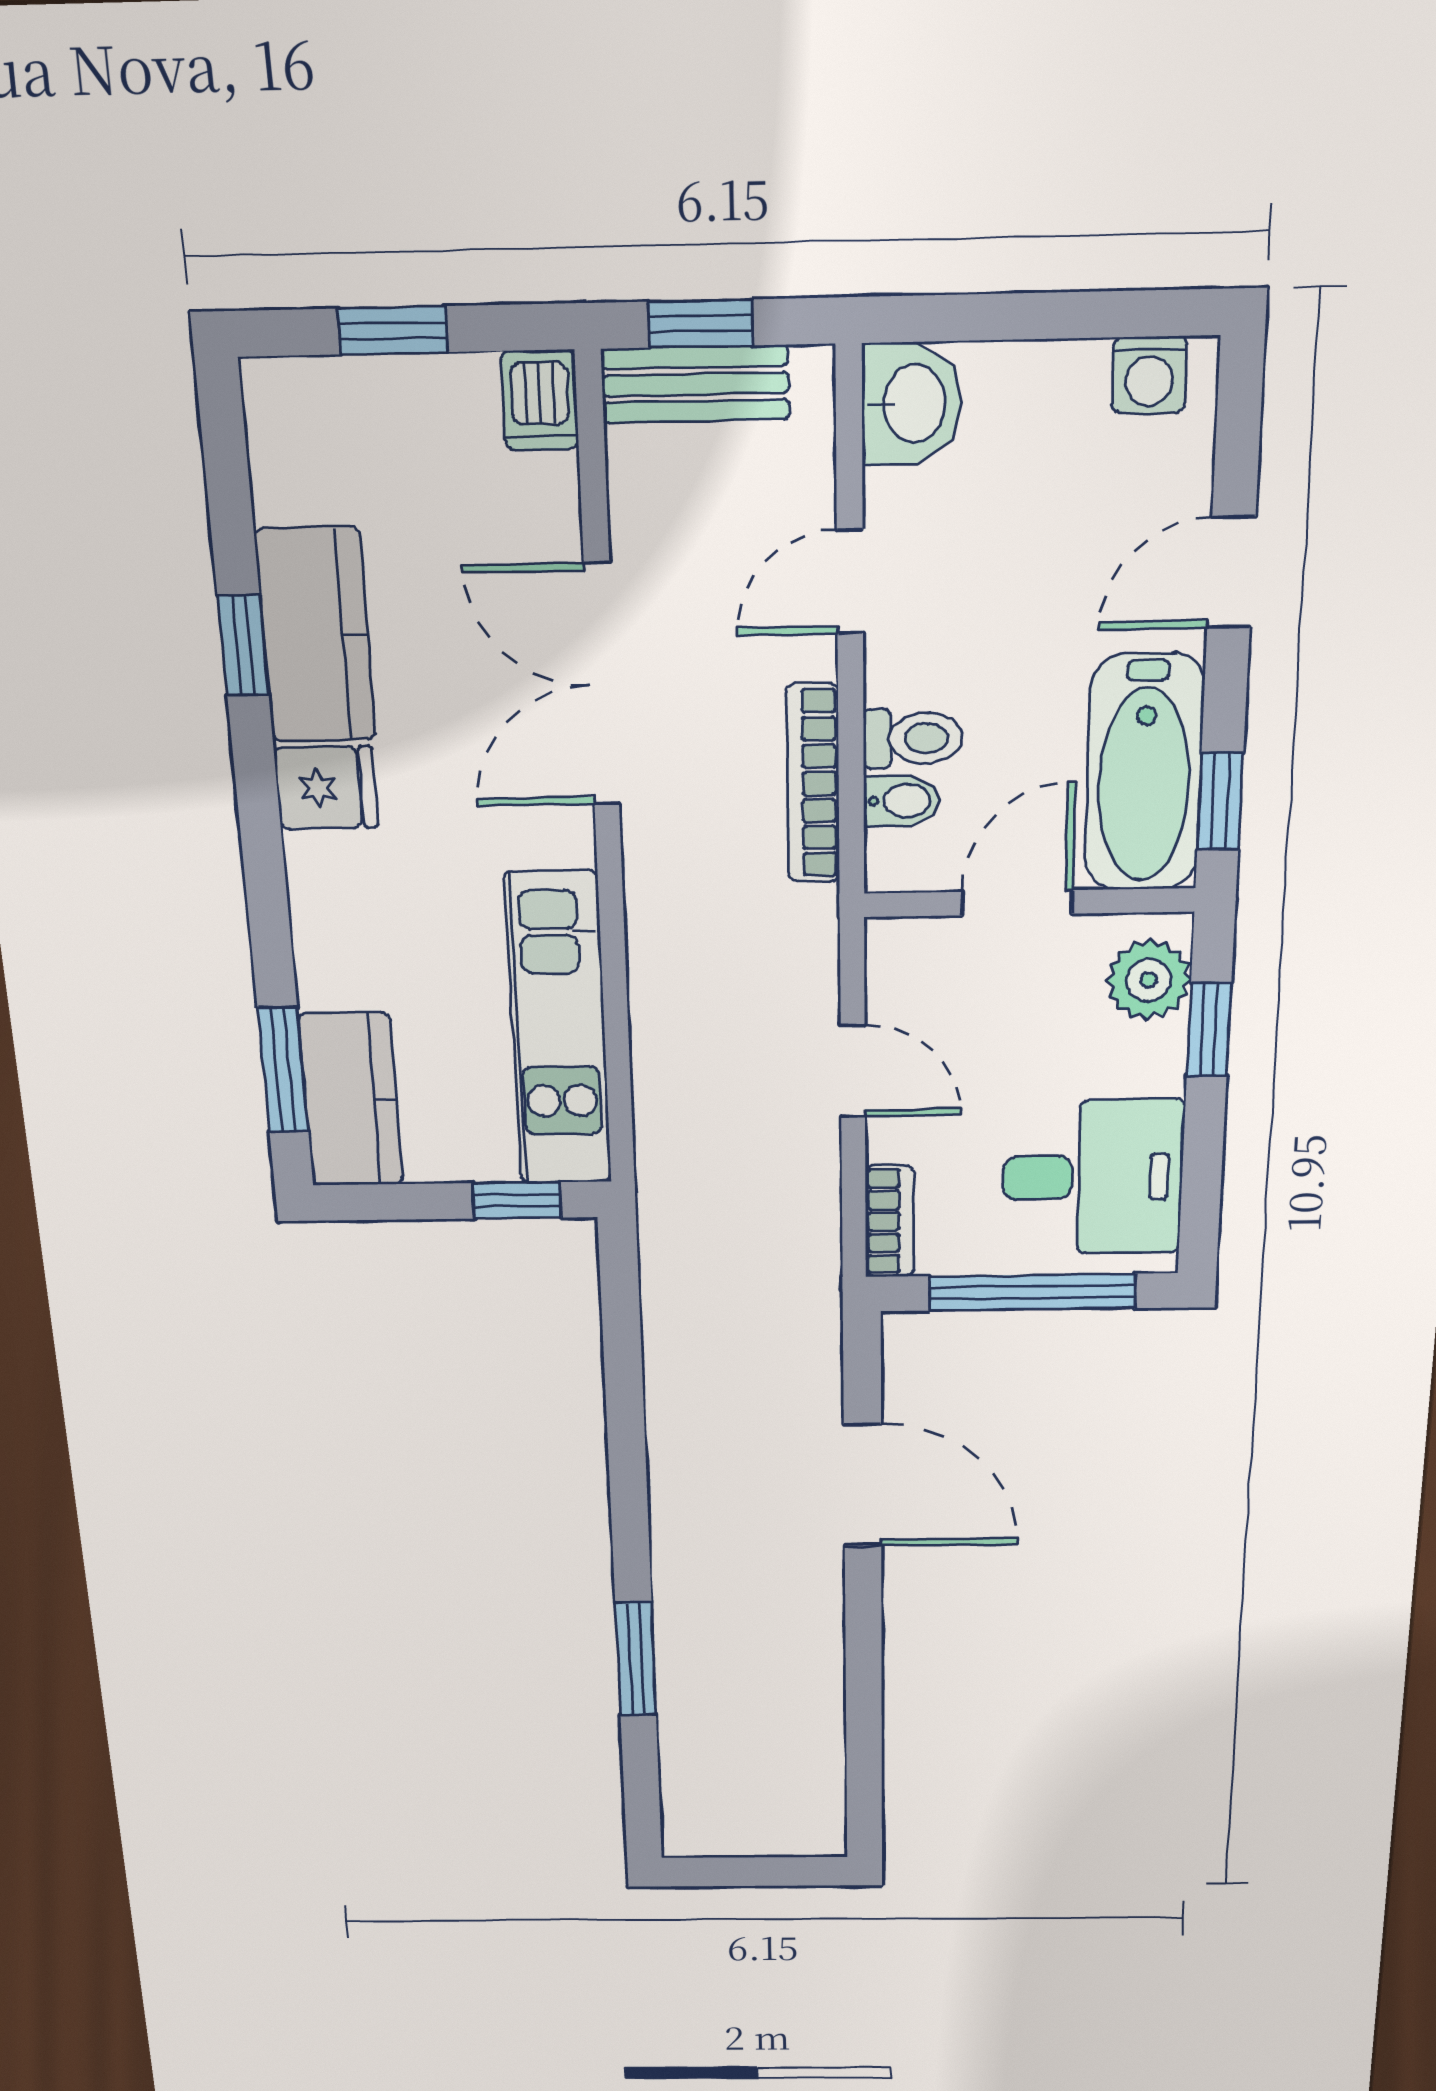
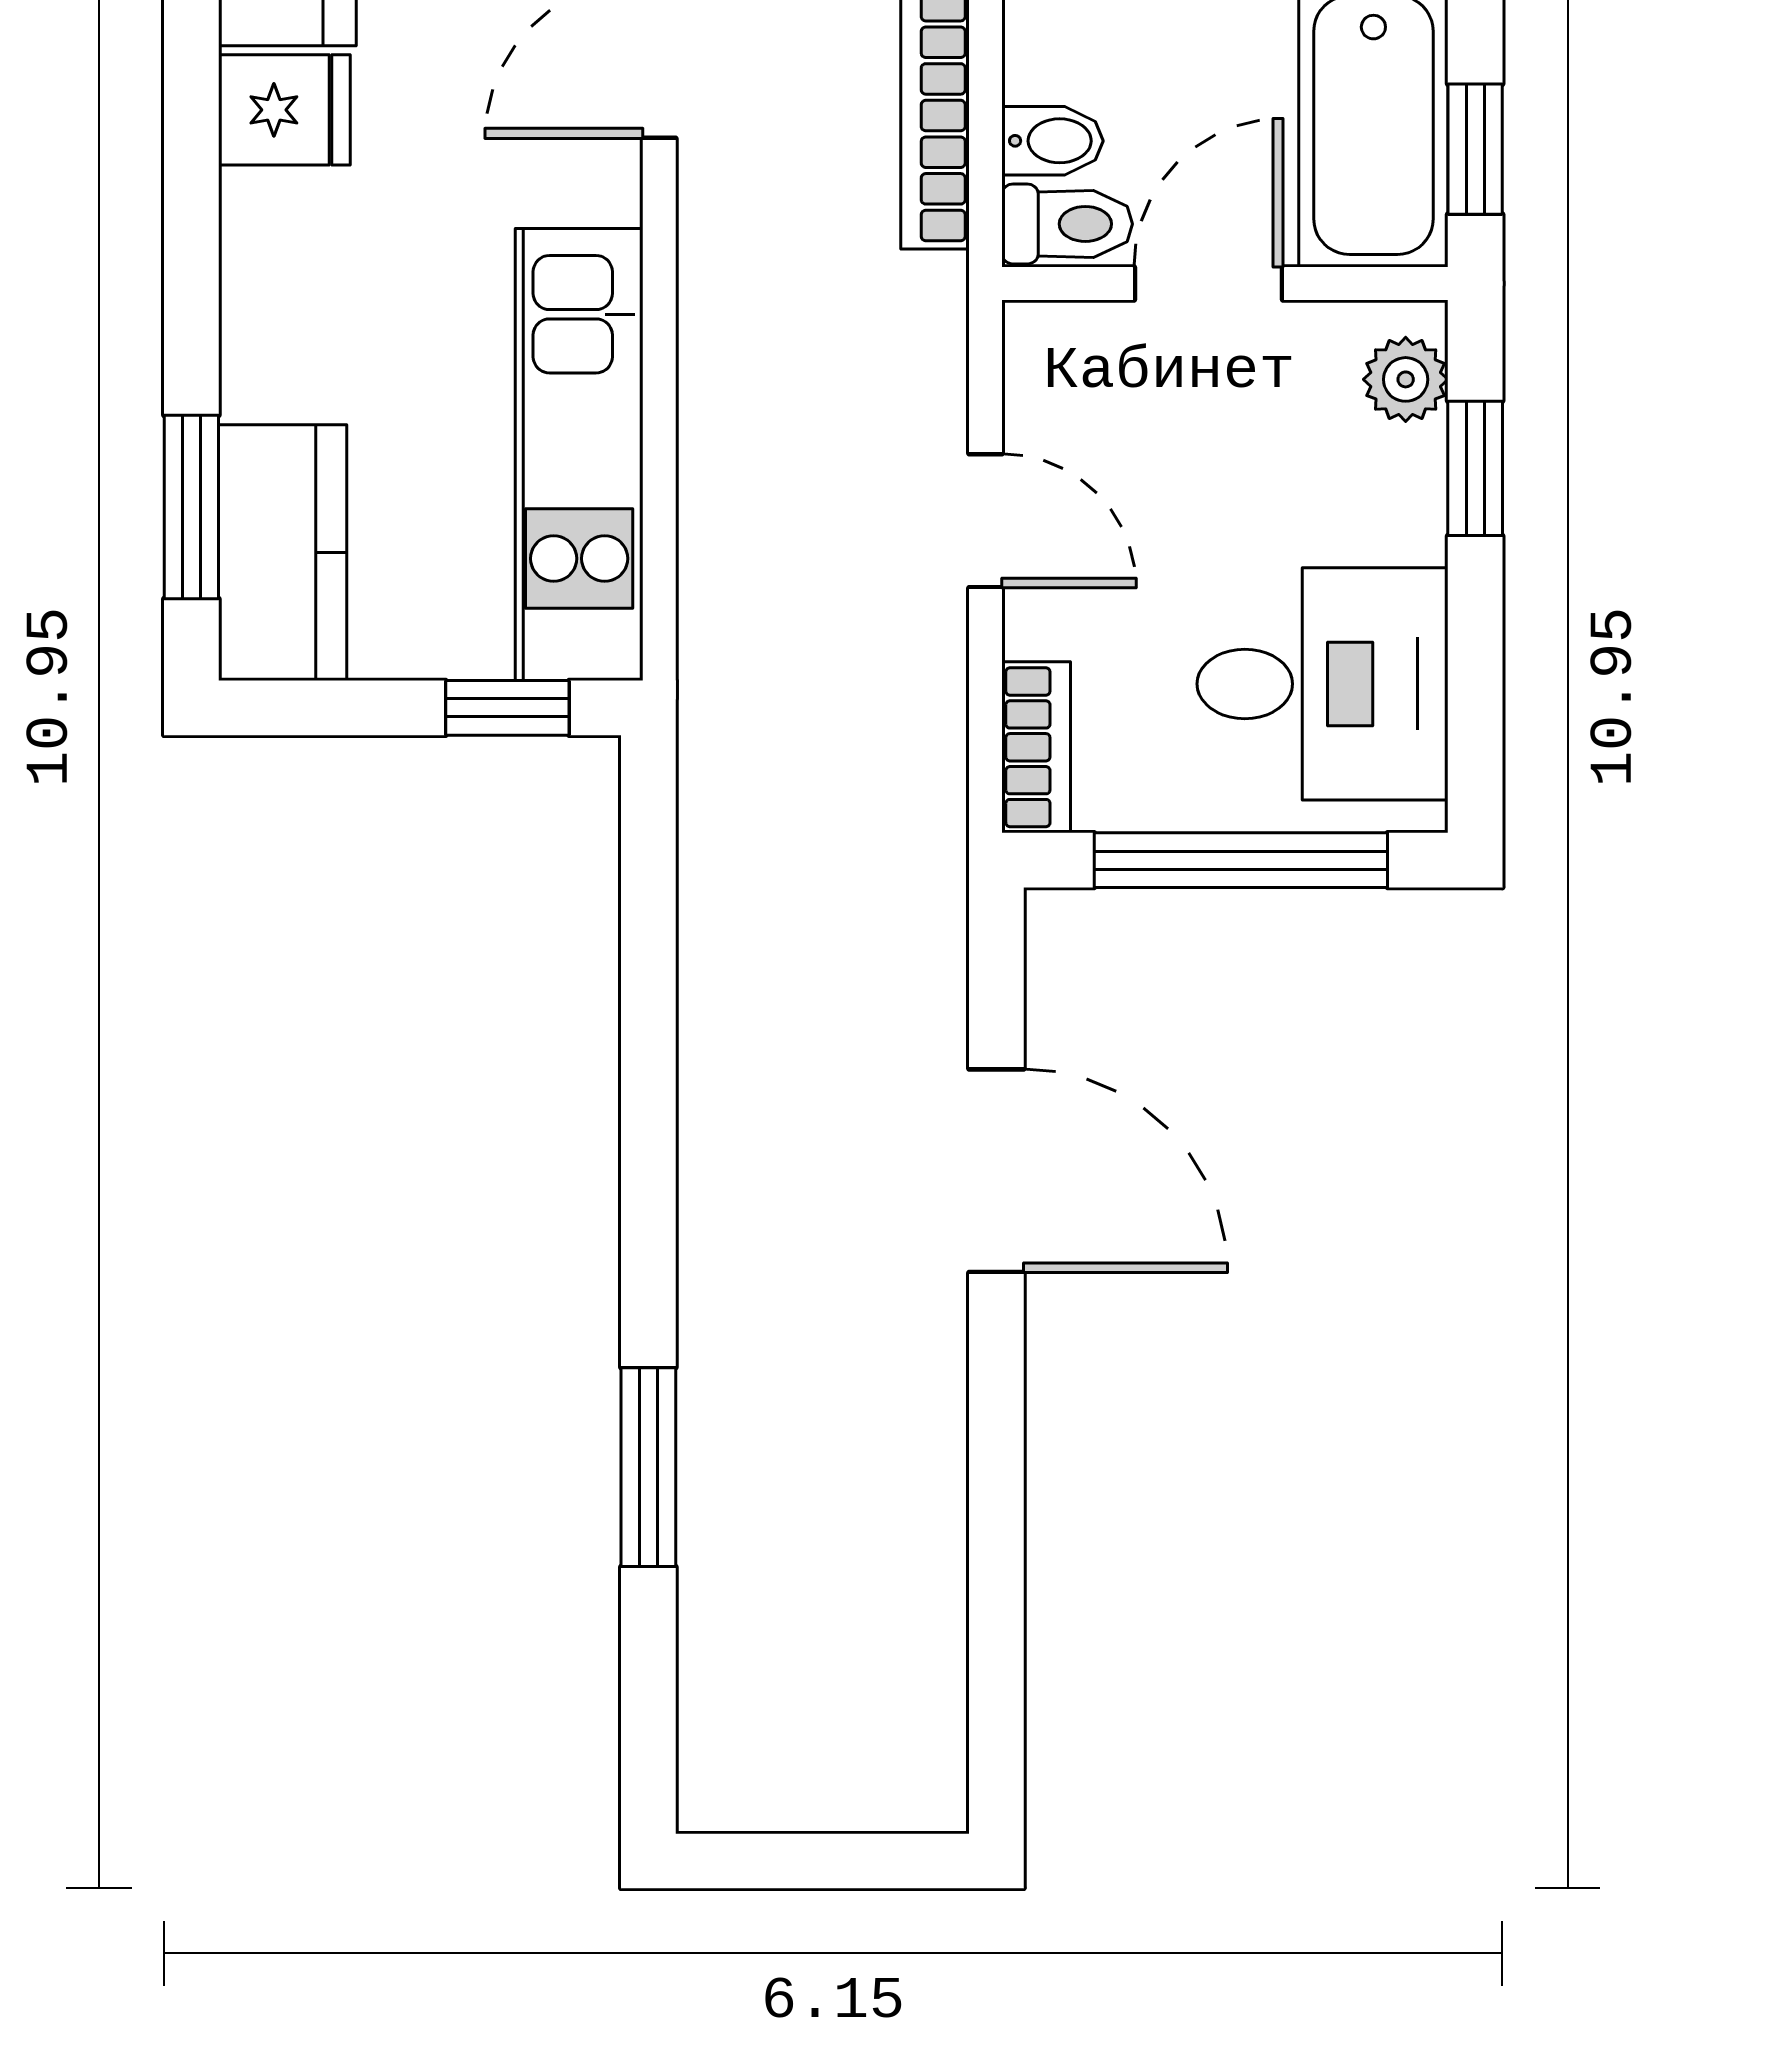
toilet: (913, 738) -> (1067, 224), moved
plant: (1149, 980) -> (1406, 379), width x0.73, depth x0.73

